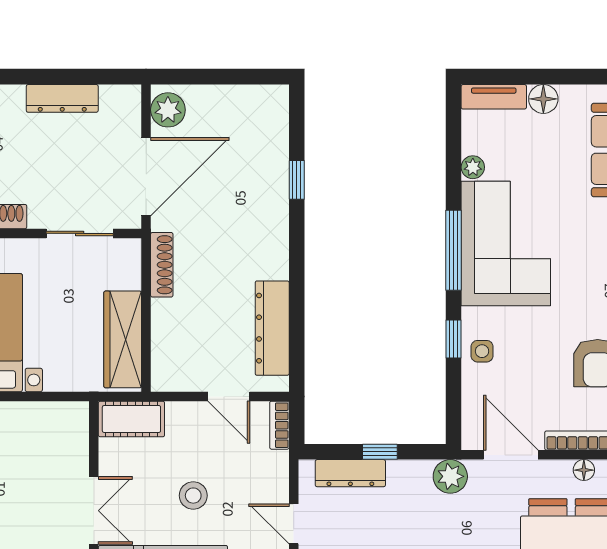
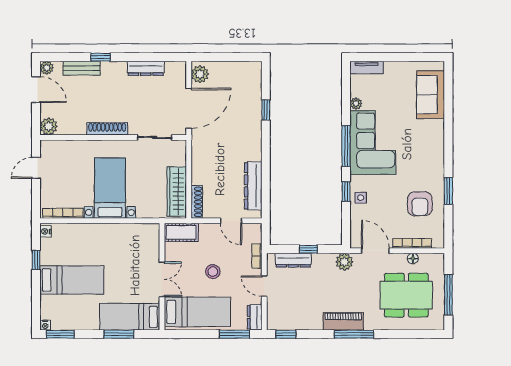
floor lamp: (543, 99) -> (392, 69), removed
shoe rack: (162, 265) -> (197, 202), moved
bookcase: (279, 425) -> (257, 256), moved

